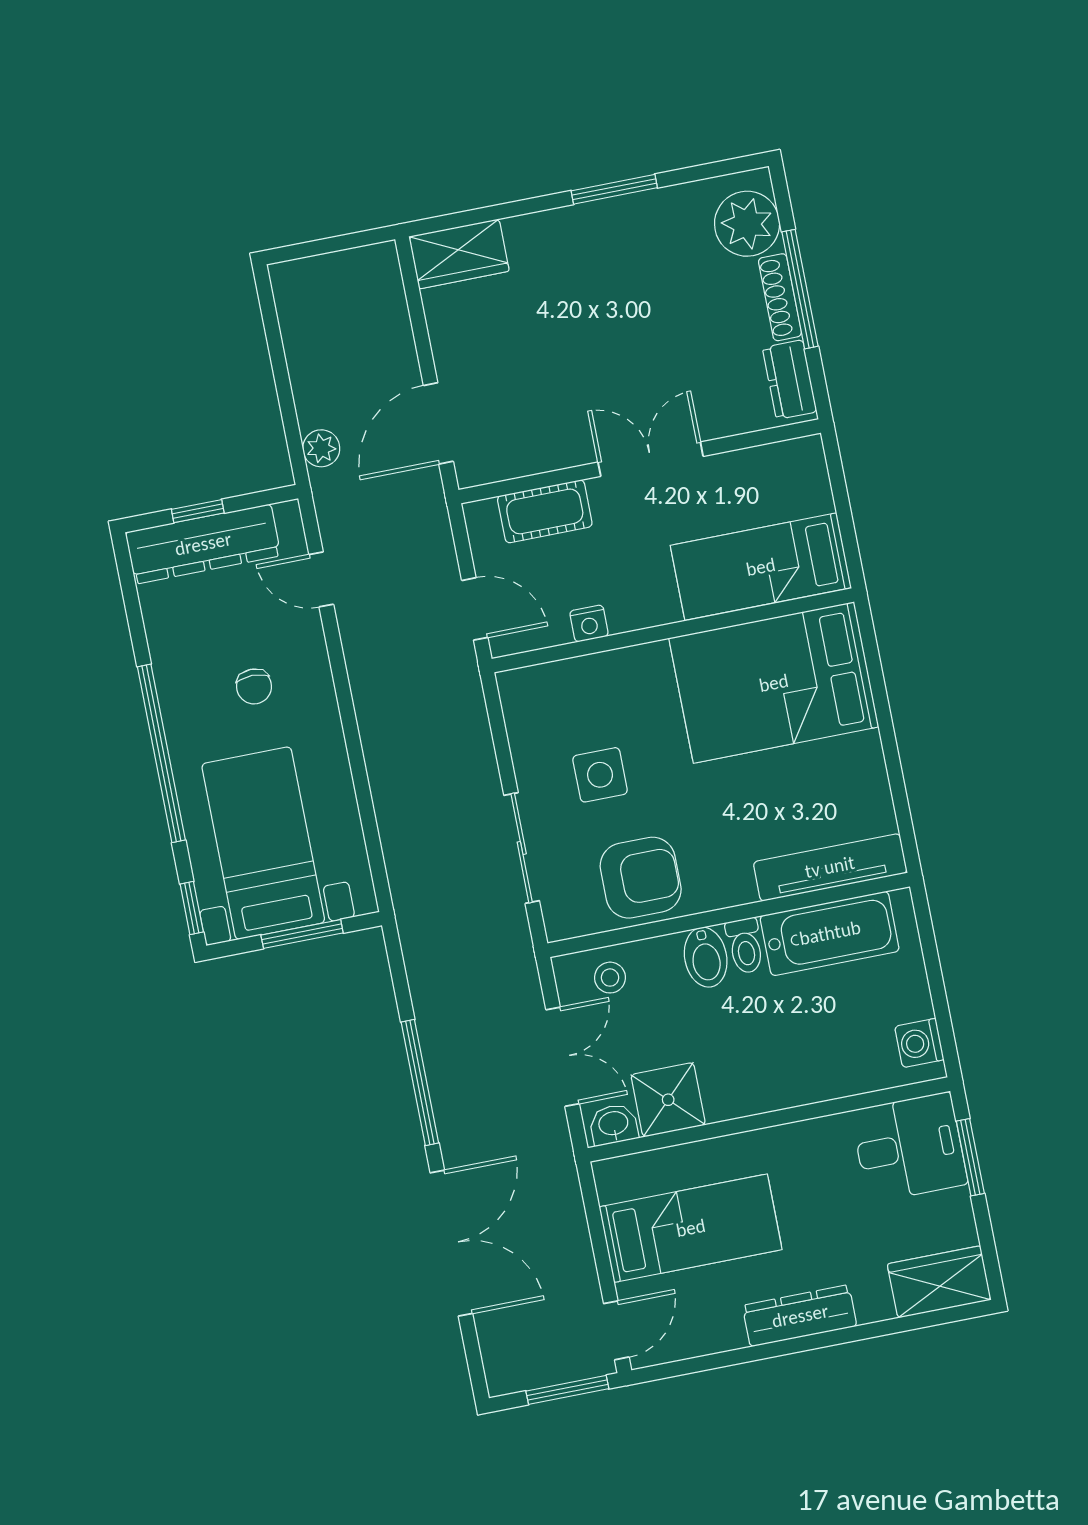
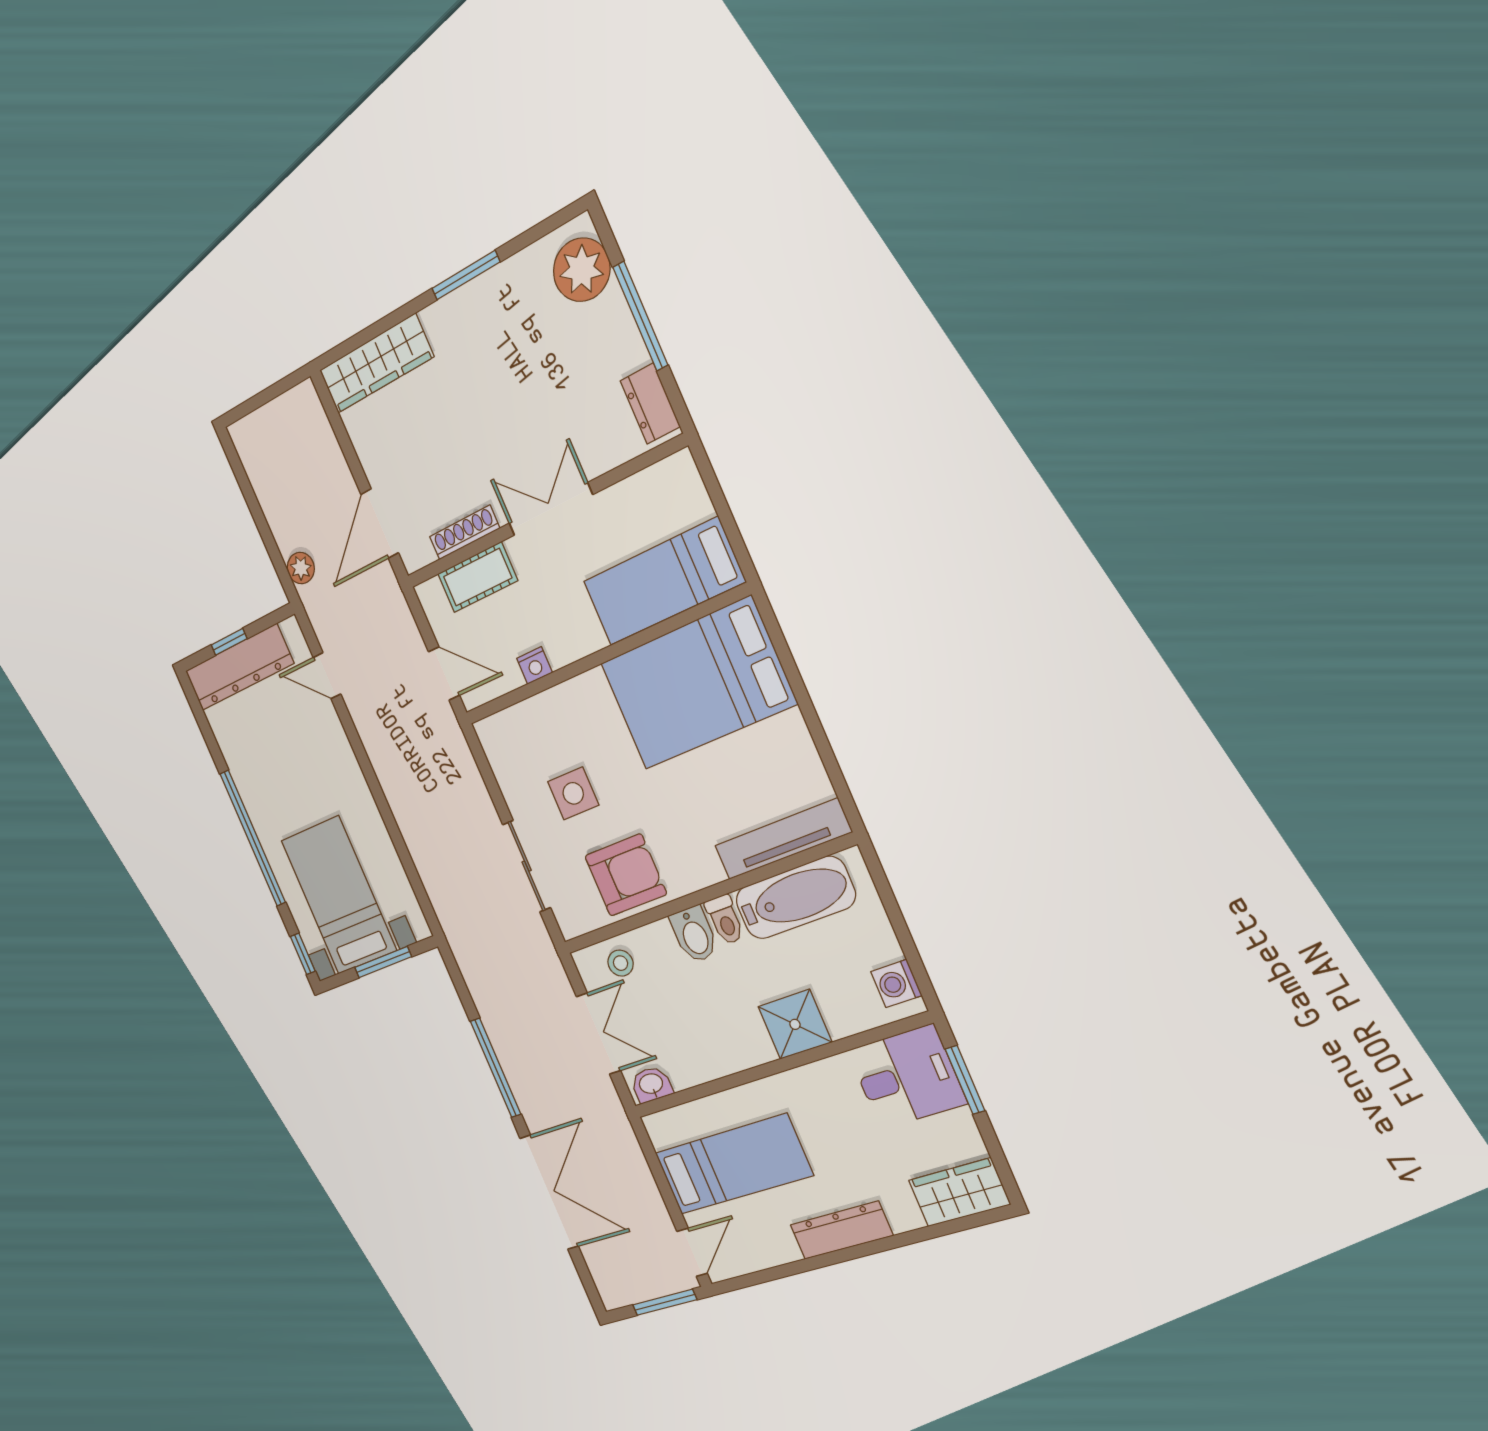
wardrobe: (459, 254) -> (376, 364), width x1.50
shoe rack: (780, 297) -> (465, 533), moved, turned 90
chair: (254, 686) -> (302, 773), removed
shower: (668, 1100) -> (795, 1024), moved

